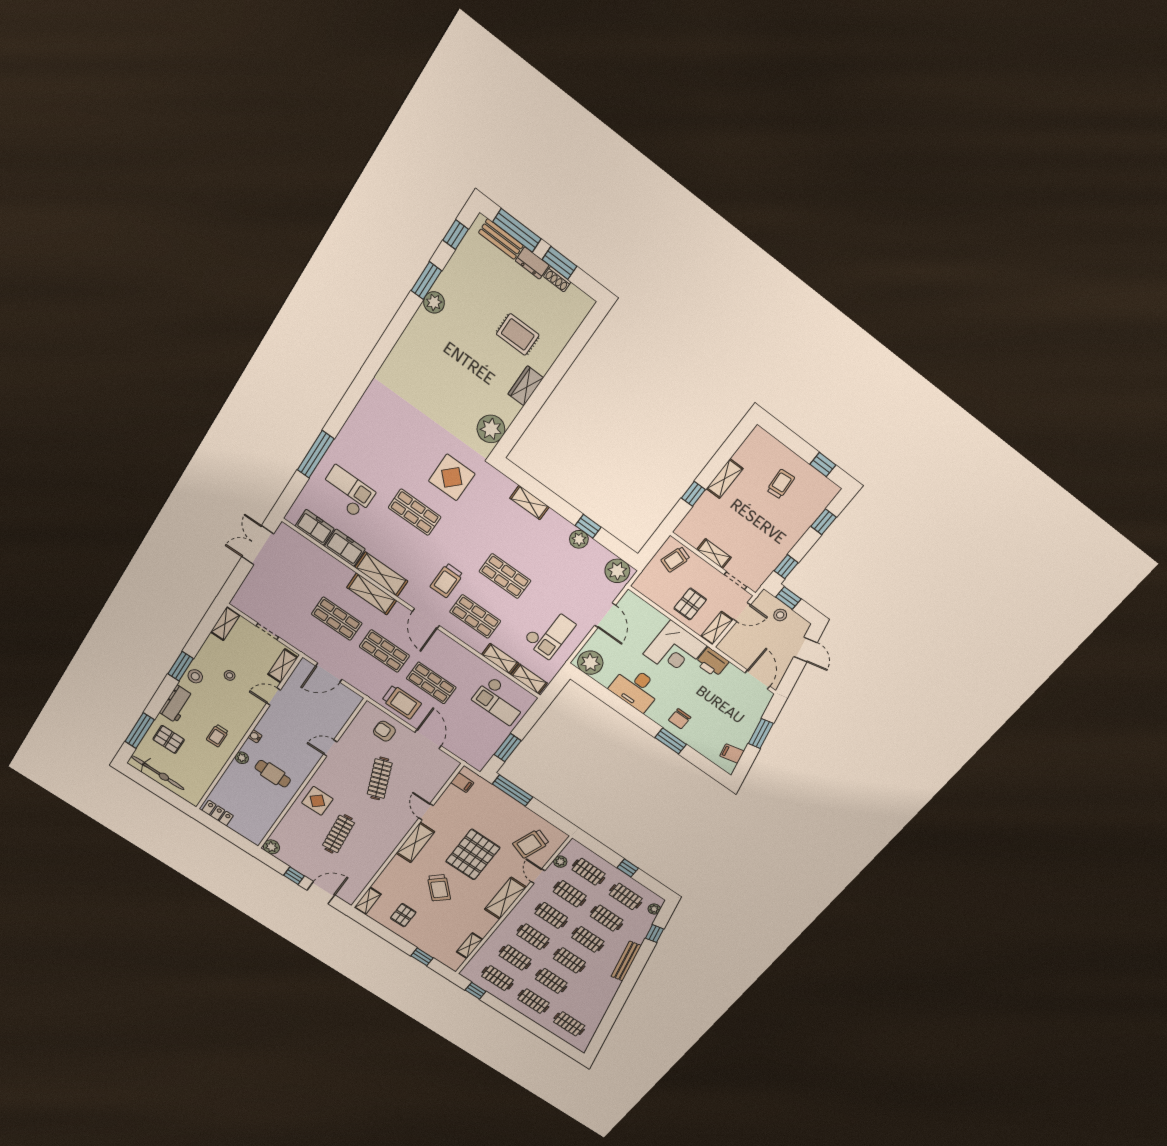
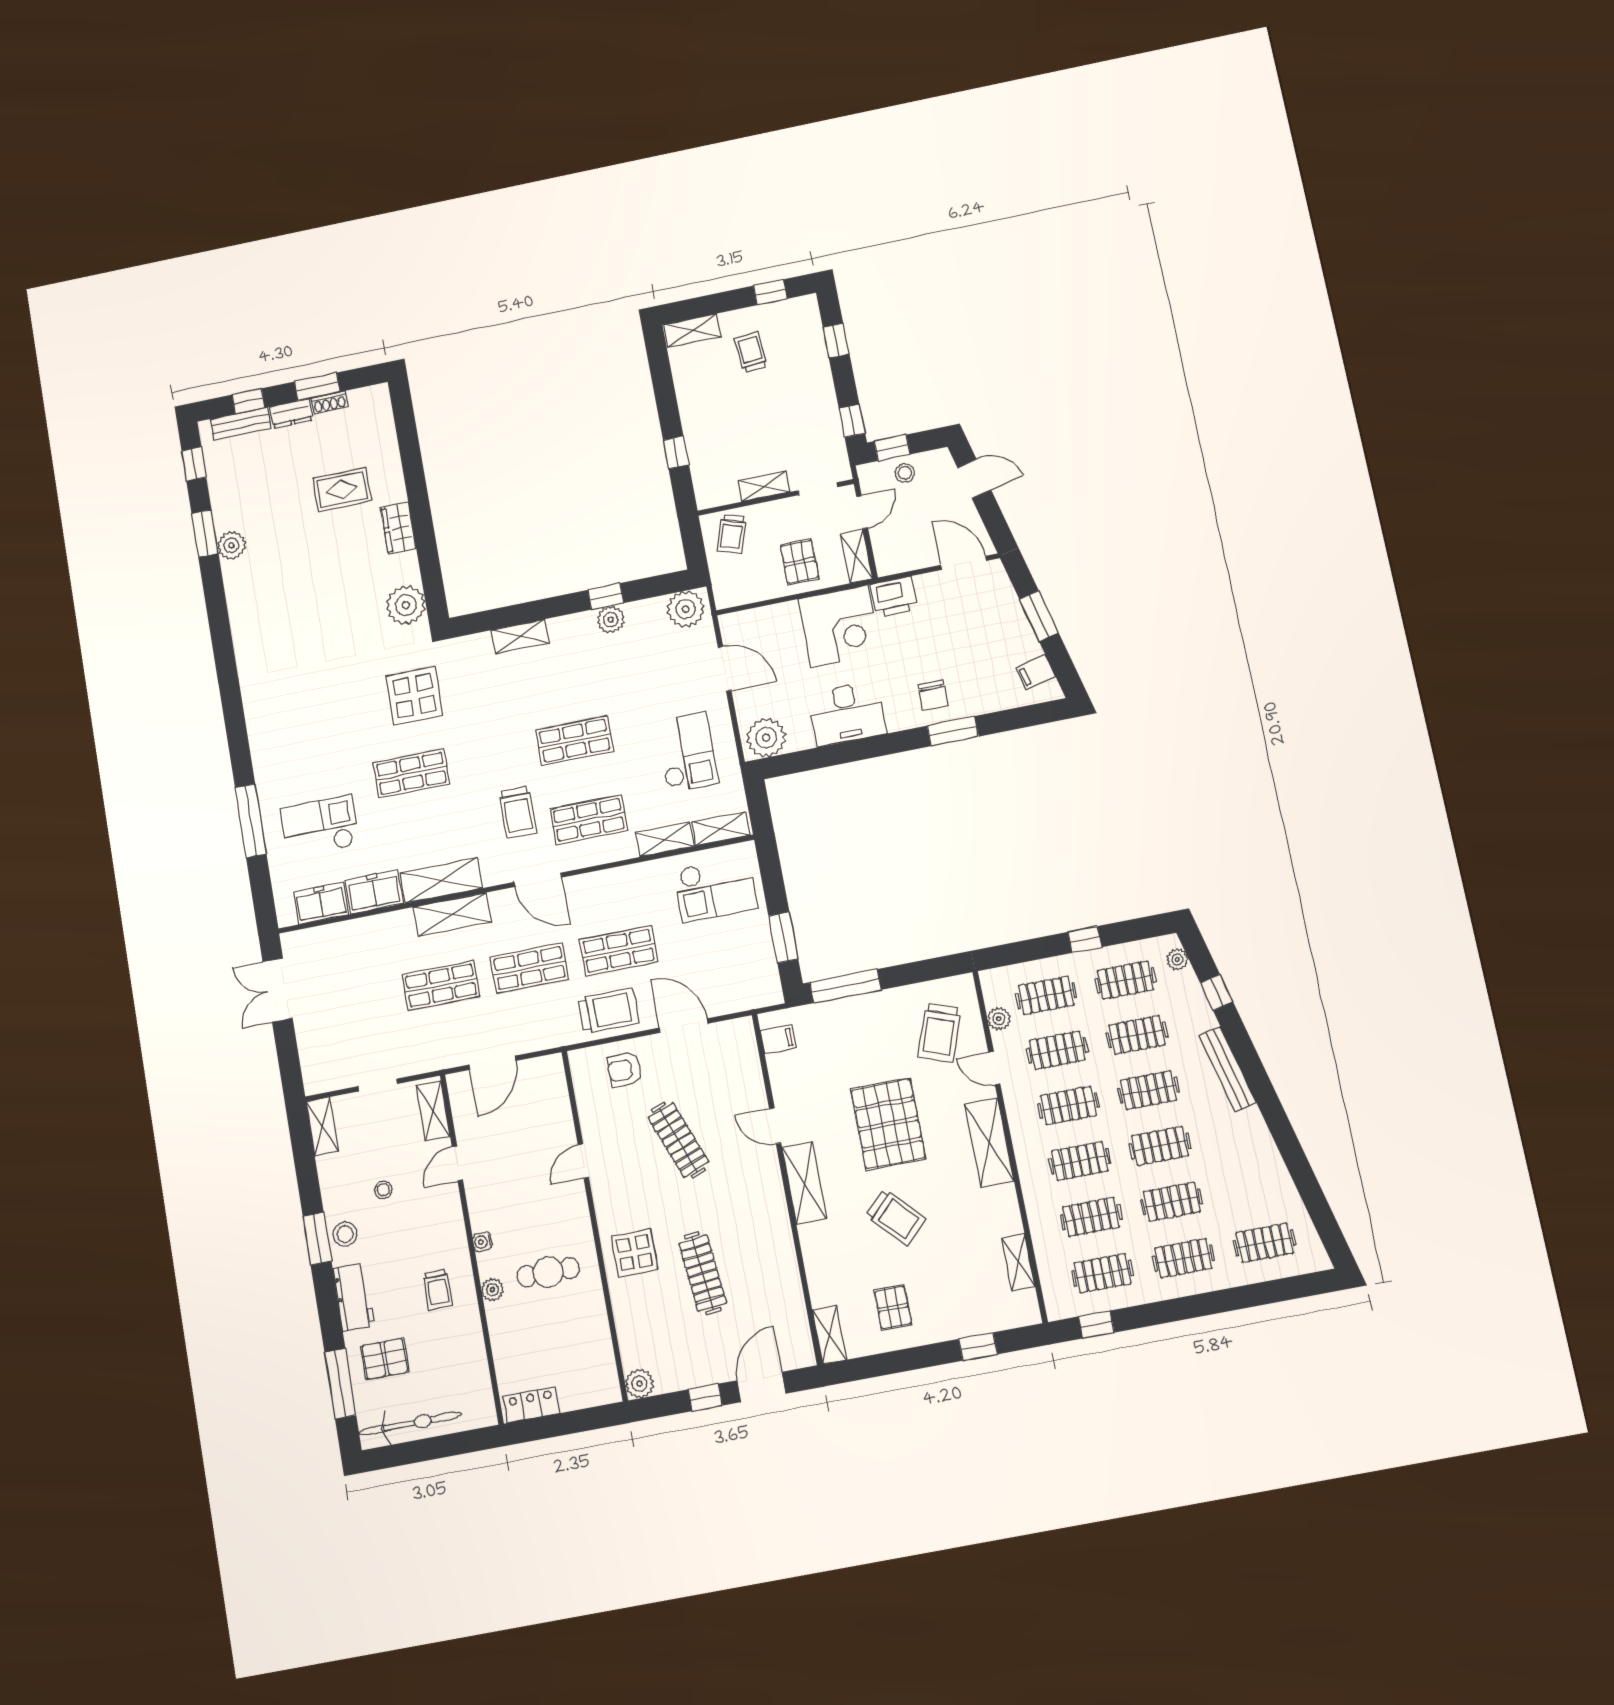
window: (517, 230) -> (248, 401), width x0.46
shelving: (725, 479) -> (692, 331), moved, turned 90

